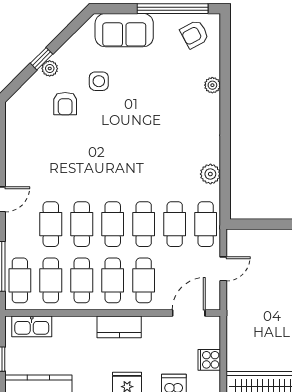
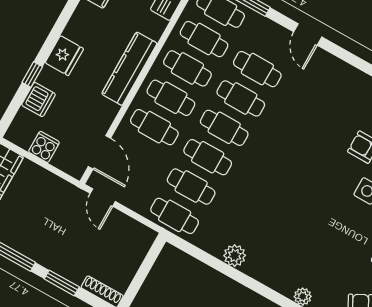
plant: (210, 174) -> (235, 256), moved
door: (223, 269) -> (103, 197), moved
kitchen counter: (119, 327) -> (129, 69), width x1.50

